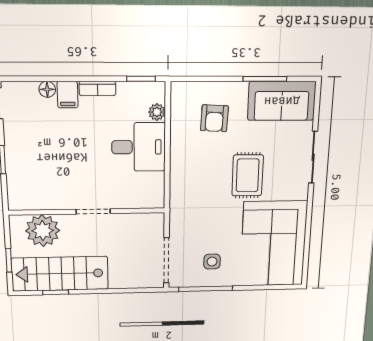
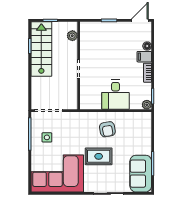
plant: (157, 112) -> (147, 105), moved
armchair: (214, 118) -> (107, 129), moved, turned -103
plant: (43, 231) -> (72, 36), width x0.53, depth x0.53

